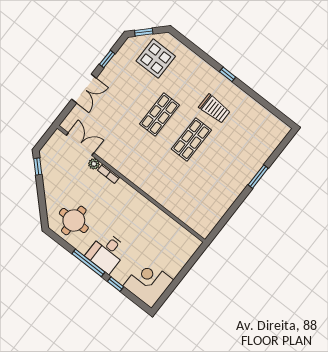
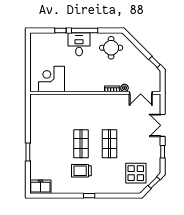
freezer: (274, 127) -> (40, 187), added
corner desk: (148, 283) -> (51, 79), moved, turned 180

